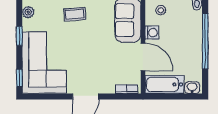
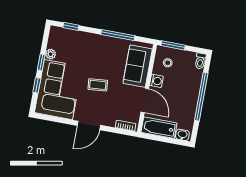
plant: (28, 12) -> (51, 54), moved
coffee table: (75, 14) -> (98, 85), moved
window: (19, 78) -> (37, 85), moved

